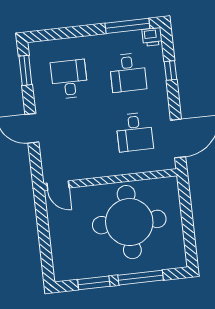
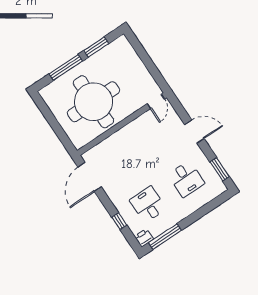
desk: (135, 132) -> (122, 166), removed
door: (58, 186) -> (156, 101), swing flipped

